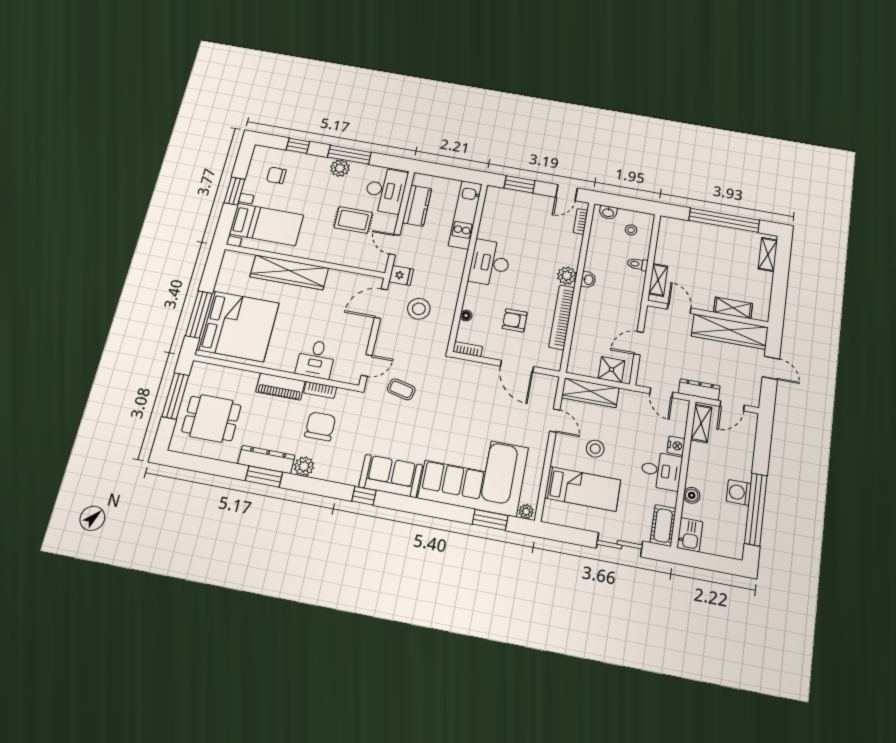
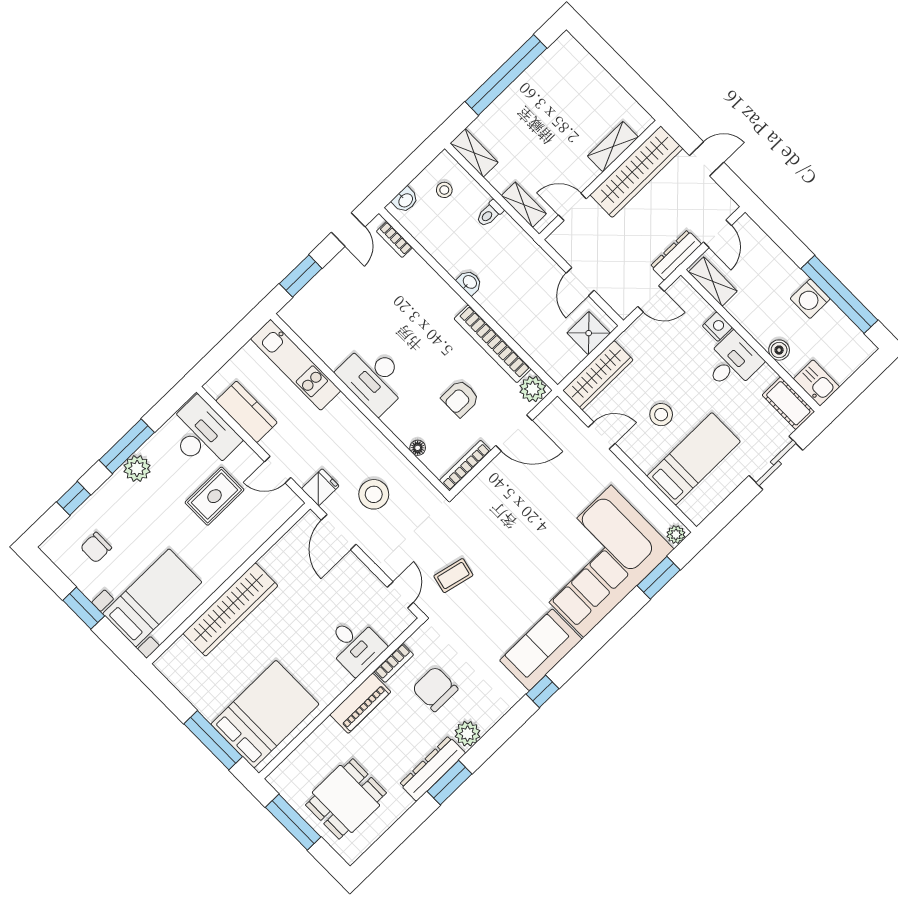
shelving: (768, 254) -> (474, 153), moved
plant: (567, 276) -> (533, 389), moved
bed: (238, 326) -> (265, 714), width x0.73
bookcase: (468, 349) -> (465, 466), width x1.56

